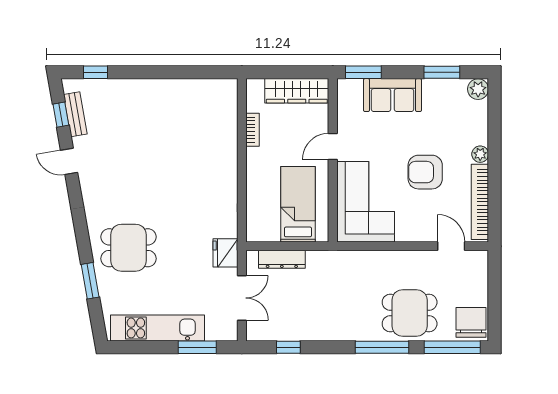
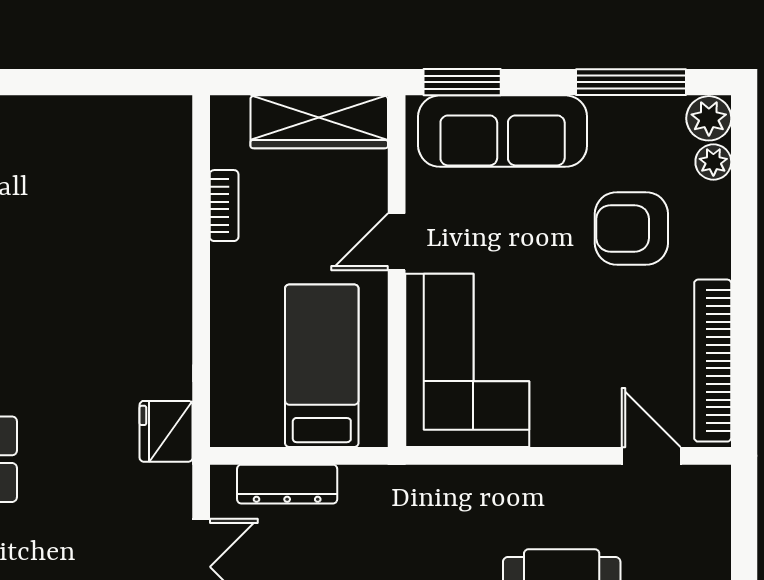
window: (442, 72) -> (631, 82), width x1.44
sofa: (393, 95) -> (503, 131), width x1.36
plant: (480, 154) -> (713, 162), moved
armchair: (425, 172) -> (631, 228), moved
fridge: (226, 253) -> (166, 431), moved

